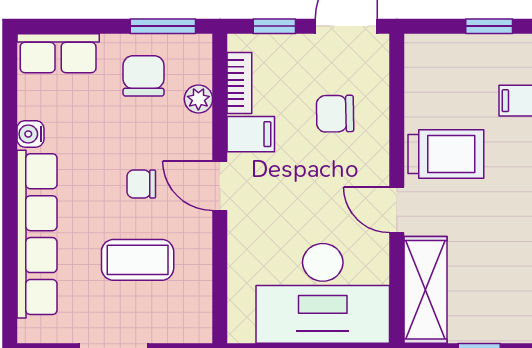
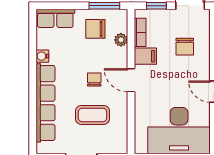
chair: (144, 76) -> (95, 29), turned -90
chair: (335, 114) -> (185, 47), turned -89
chair: (141, 184) -> (94, 80), turned 90

